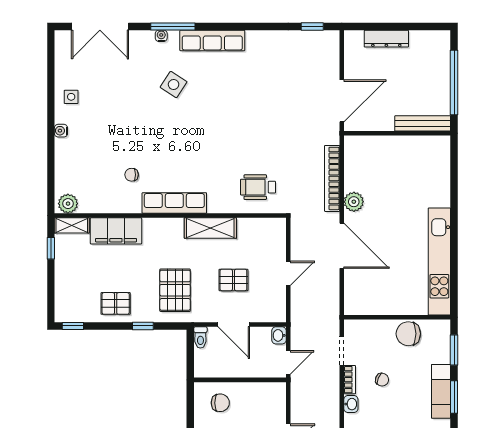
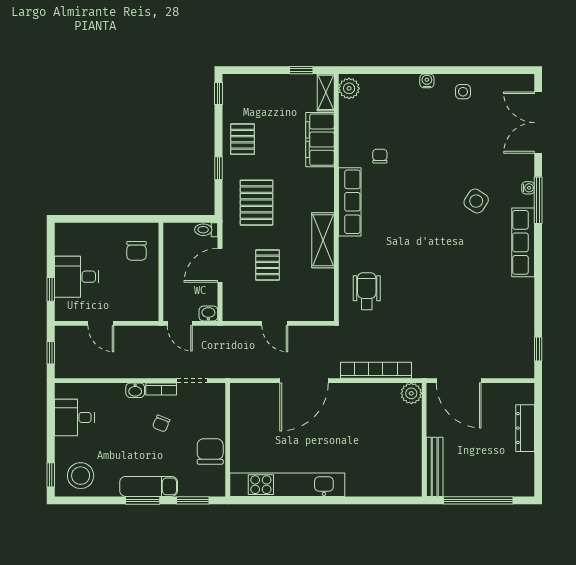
plant: (354, 202) -> (411, 393), moved
pallet: (175, 290) -> (257, 203), turned 90

